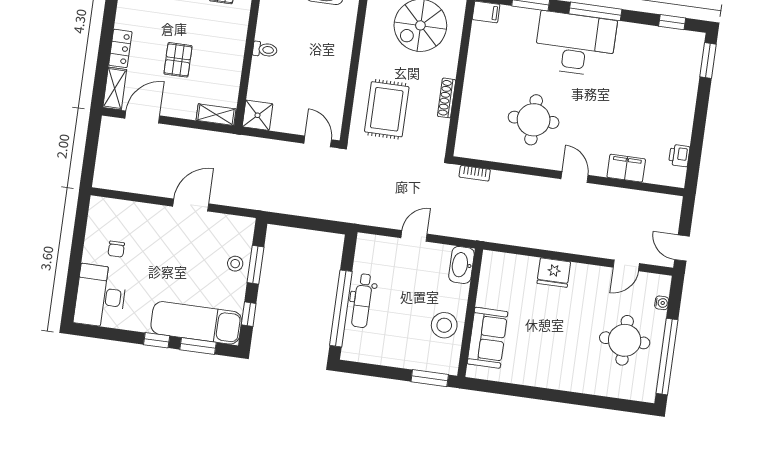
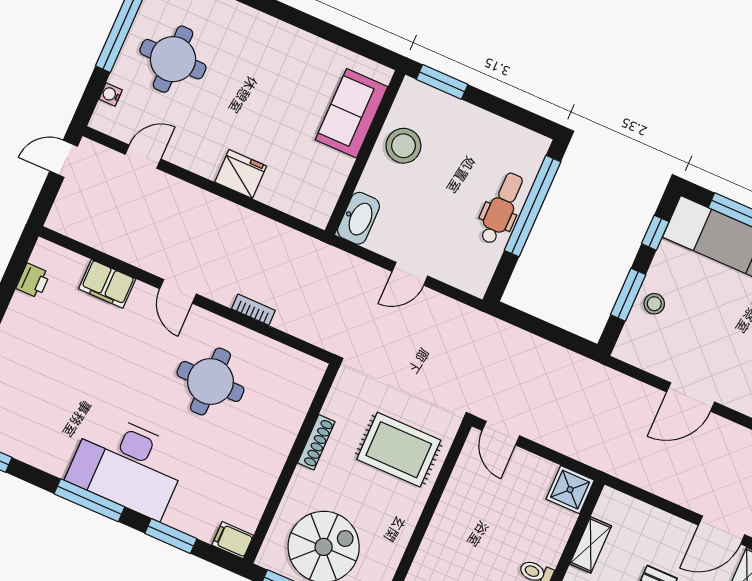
rug: (387, 109) -> (399, 450), turned 90
shelving: (216, 115) -> (591, 545), moved, turned 90
bookcase: (475, 173) -> (253, 310), moved
door: (682, 248) -> (64, 159), swing flipped

